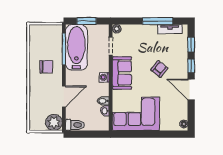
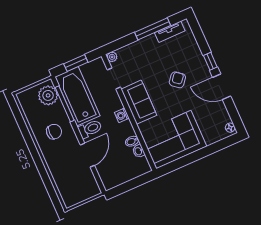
window: (191, 45) -> (200, 38), removed
plant: (54, 122) -> (48, 95), moved
toilet: (75, 125) -> (90, 129), moved

